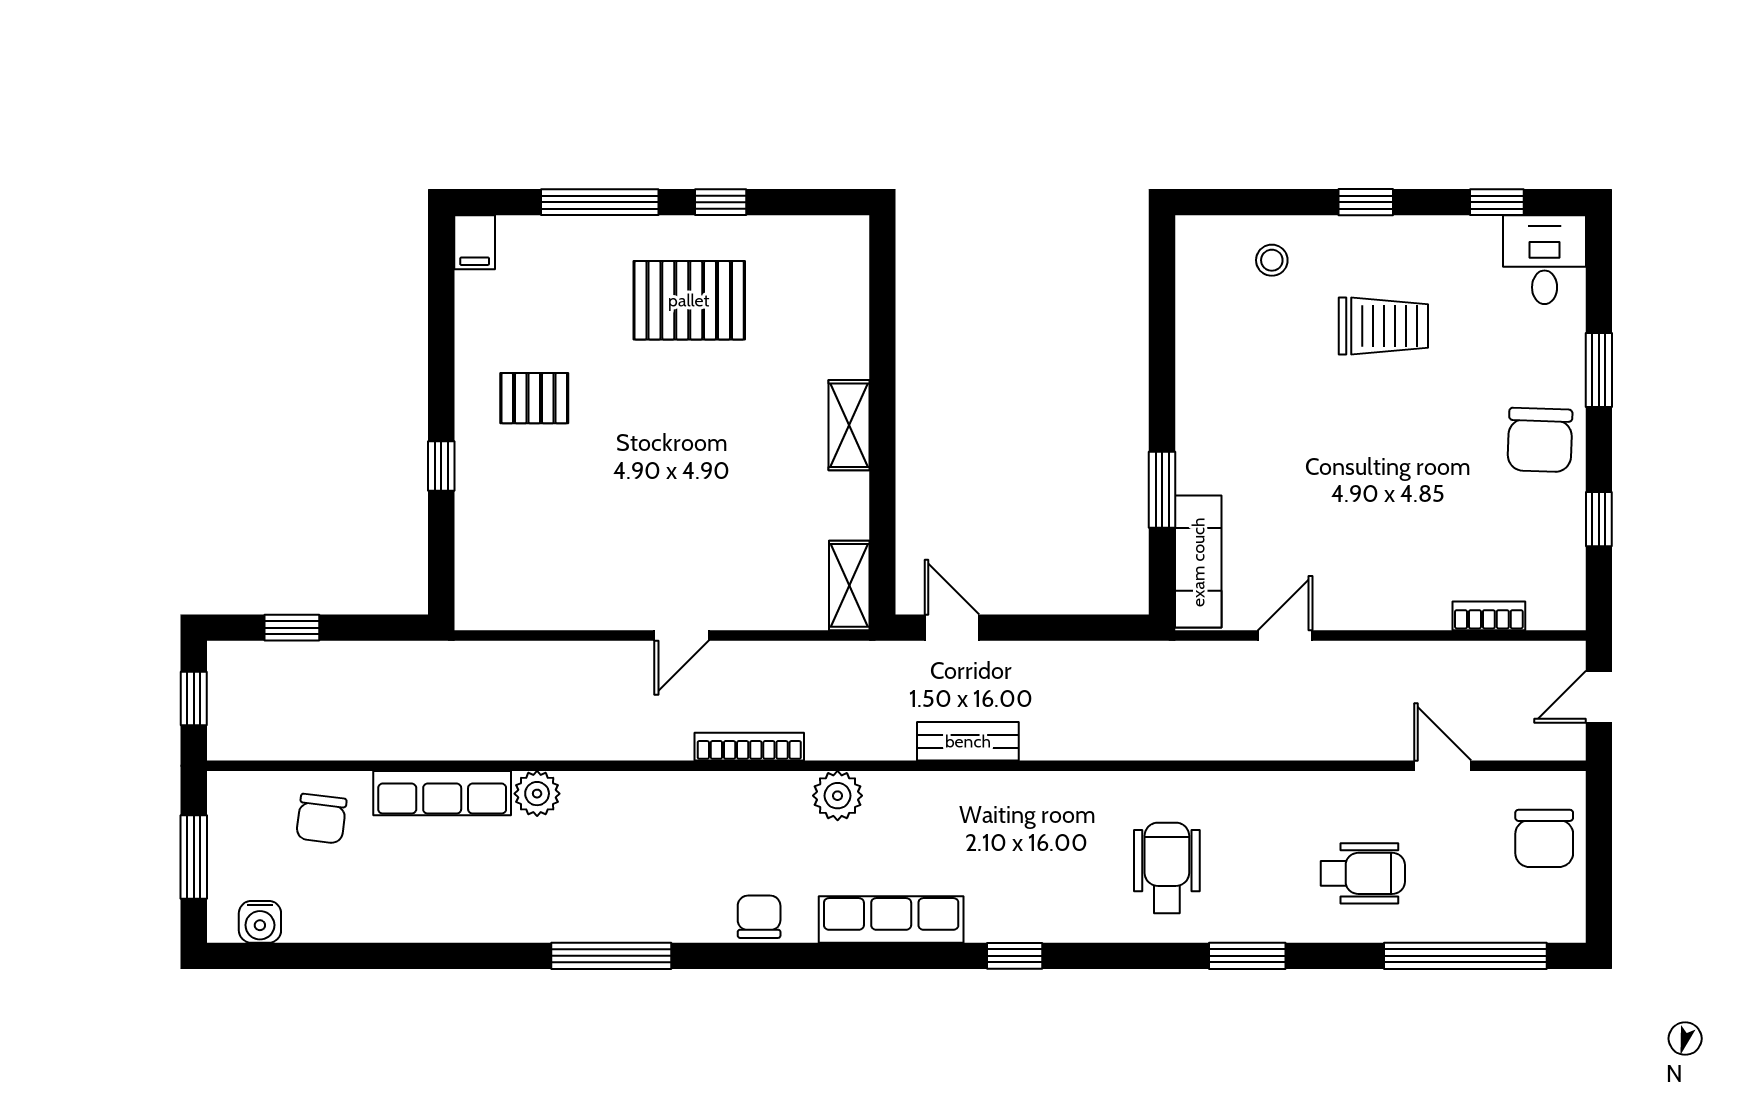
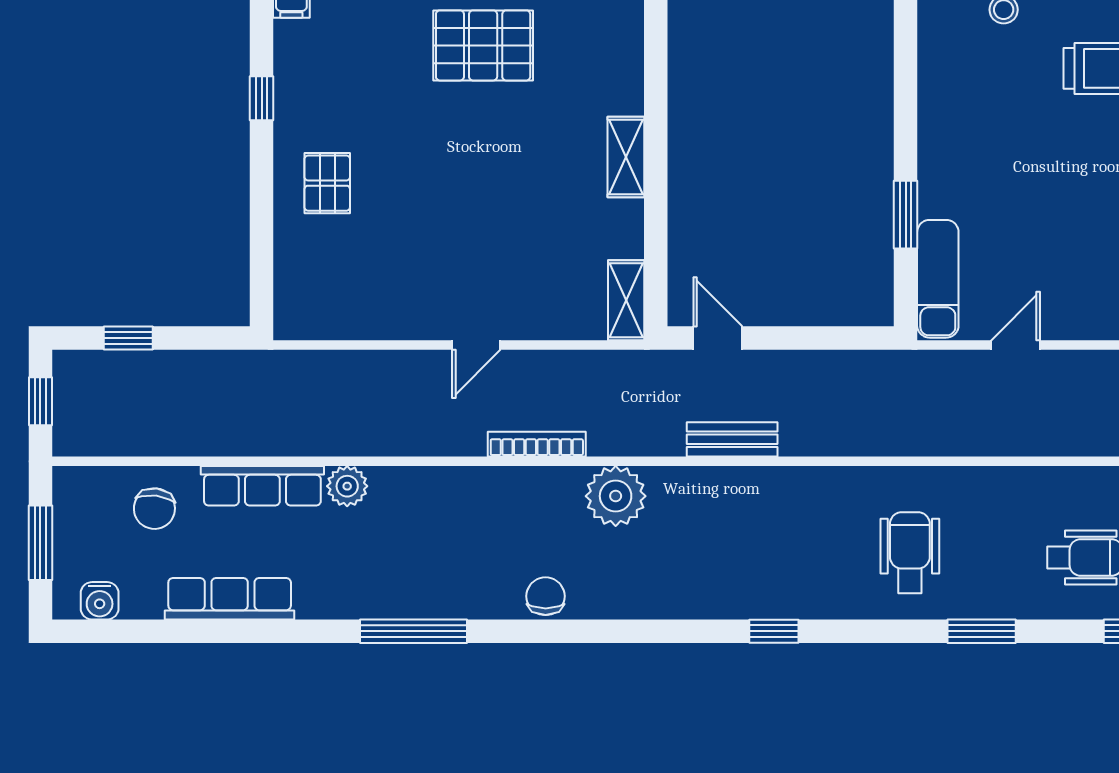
pallet: (534, 398) -> (327, 183), moved, turned 90
window: (441, 466) -> (262, 98), moved
plant: (838, 796) -> (616, 496), width x1.36, depth x1.36
row of seats: (891, 920) -> (230, 599), moved

